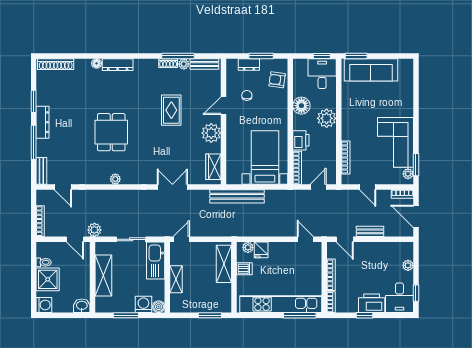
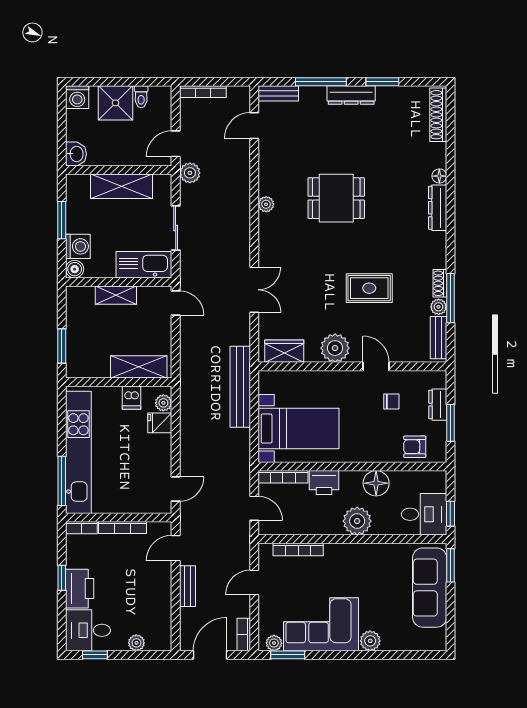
armchair: (277, 80) -> (415, 447), turned -98
plant: (407, 110) -> (370, 641), added

